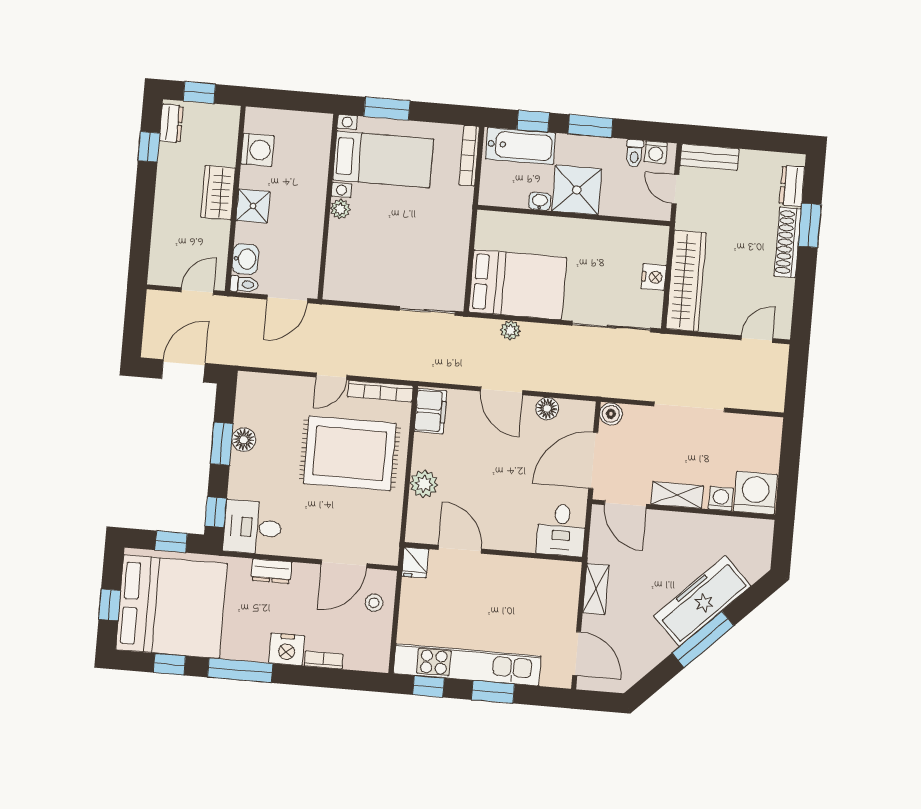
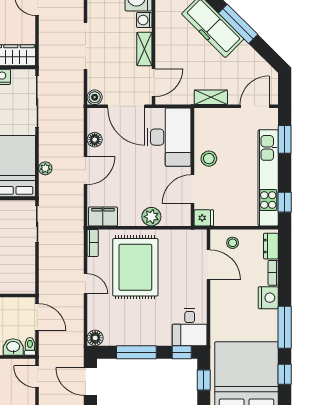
bookcase: (380, 391) -> (93, 243), width x0.64
floor lamp: (244, 440) -> (95, 338), moved
window: (222, 444) -> (136, 352), width x1.44
desk: (561, 530) -> (169, 137), width x1.87, depth x1.30
dresser: (271, 571) -> (271, 246), moved, turned 180
stool: (504, 578) -> (209, 159), added
window: (493, 692) -> (285, 139), moved

